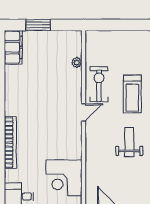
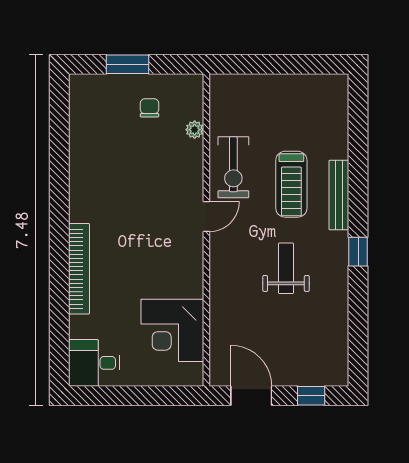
filing cabinet: (13, 47) -> (84, 103), removed
chair: (51, 50) -> (149, 108), added
exercise bike: (99, 84) -> (233, 167), turned 180

